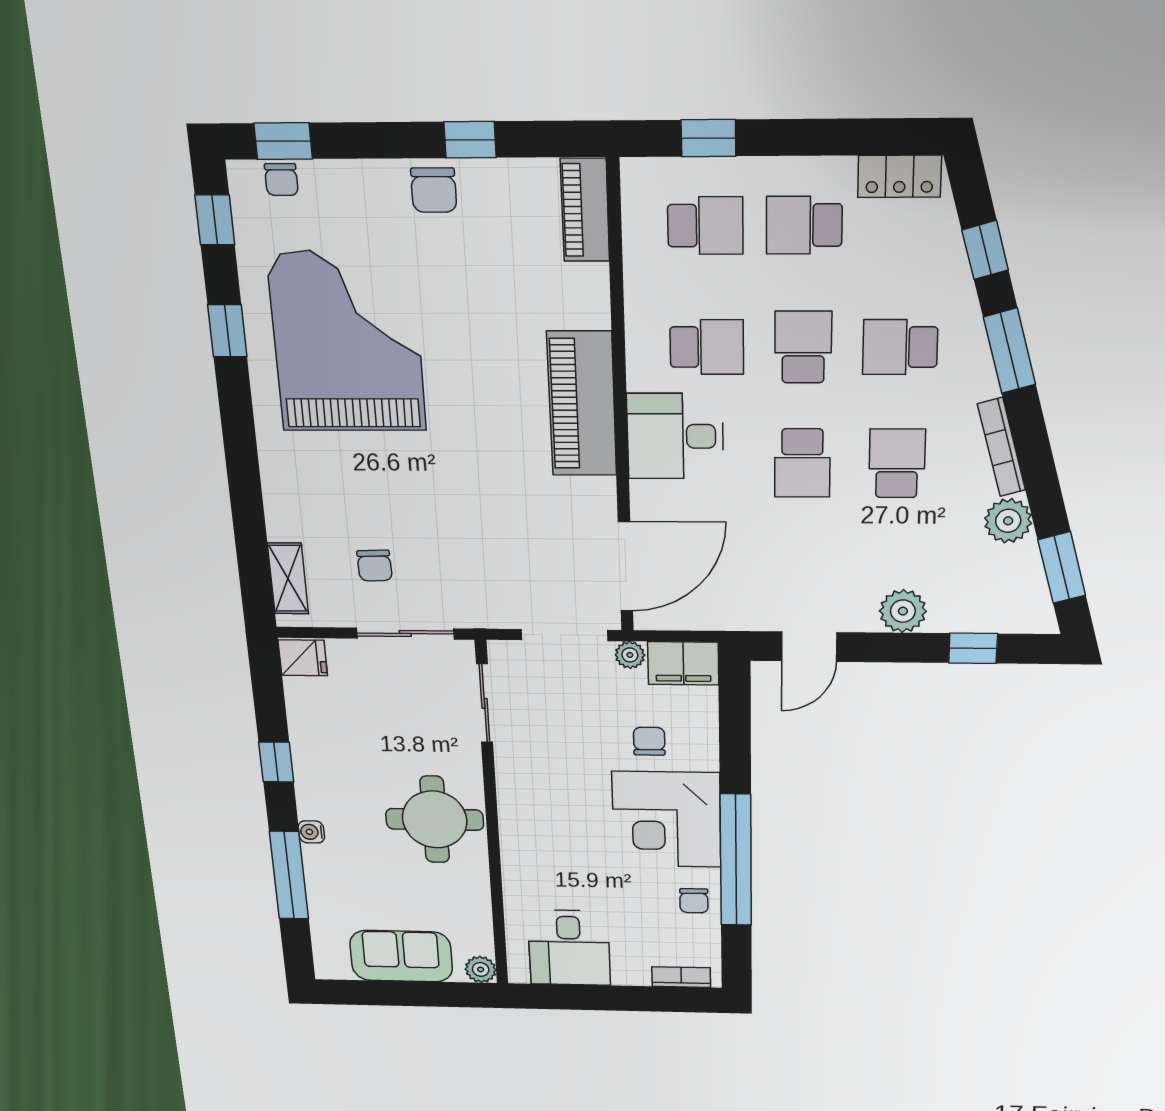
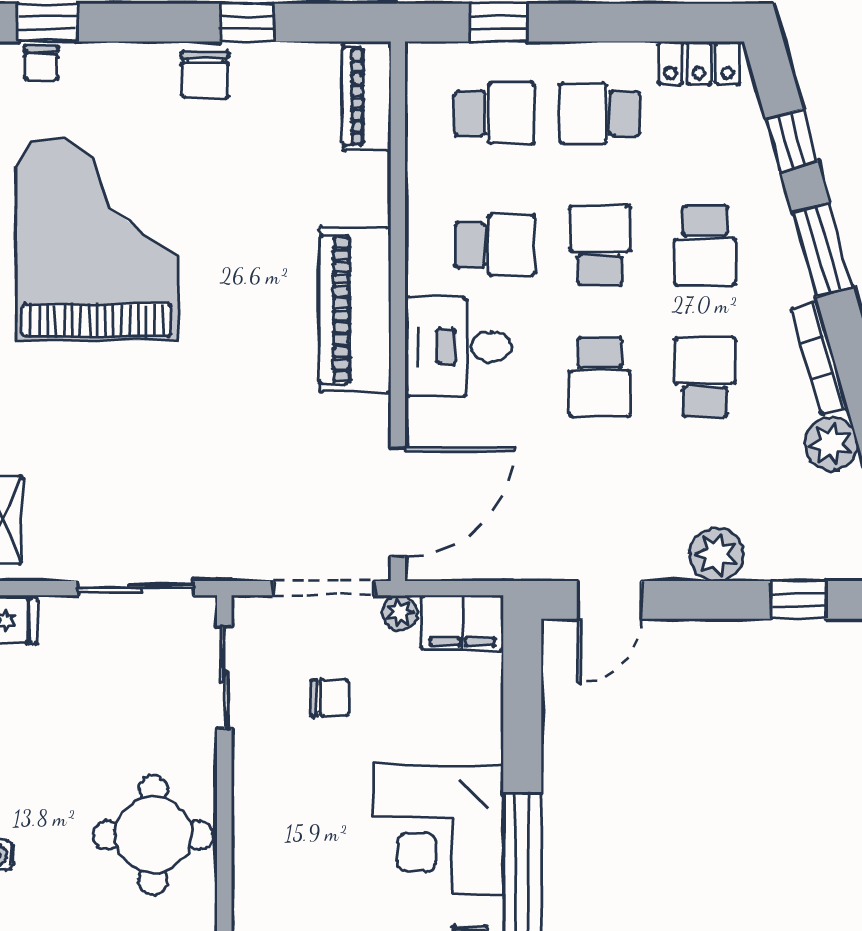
school desk: (900, 347) -> (705, 245), turned -90
chair: (375, 566) -> (106, 503), removed
chair: (649, 741) -> (330, 698), moved, turned 90

